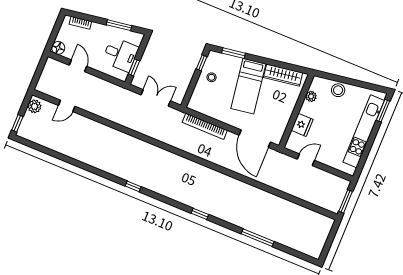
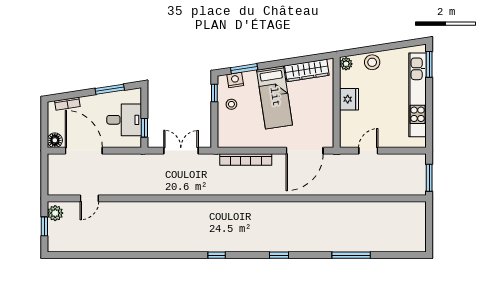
nightstand: (223, 59) -> (235, 80), added
door: (78, 66) -> (84, 151), width x1.87
plant: (311, 96) -> (346, 64), moved
window: (17, 123) -> (44, 226), moved
fridge: (302, 125) -> (349, 99), moved
door: (255, 139) -> (305, 151), hinge flipped
window: (133, 186) -> (217, 255), moved

